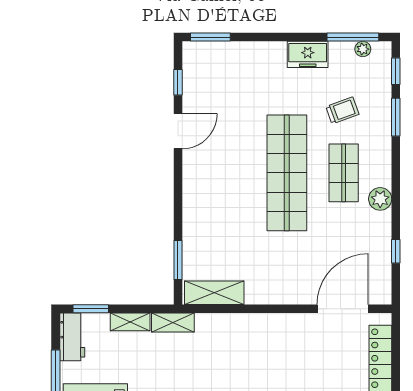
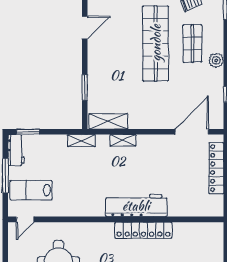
door: (178, 131) -> (85, 28), moved
window: (178, 260) -> (85, 87), moved
shelving: (130, 322) -> (123, 140), moved

